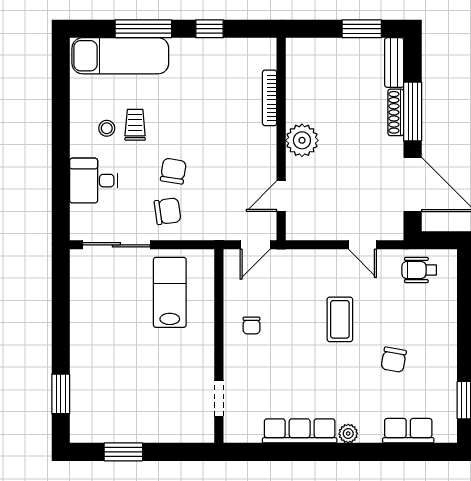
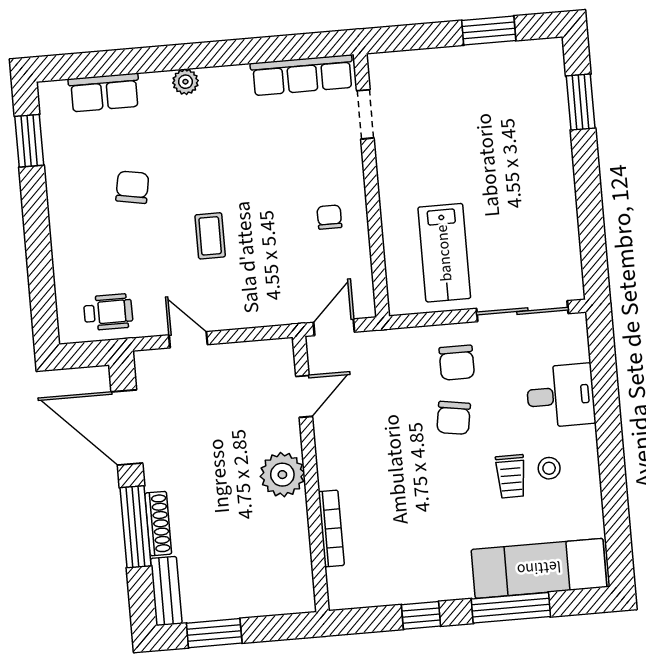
chair: (168, 211) -> (457, 363), turned -82
coffee table: (340, 319) -> (210, 236), width x0.73, depth x0.77
row of seats: (300, 431) -> (302, 75), moved

